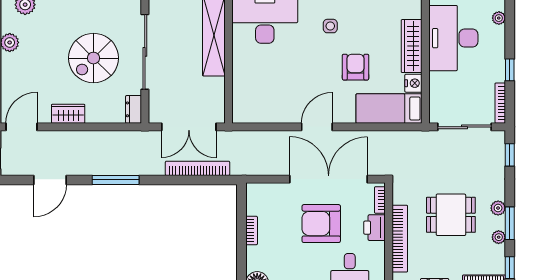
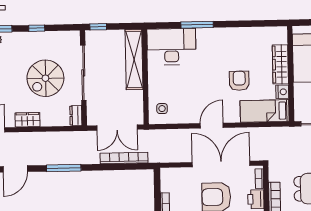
side table: (330, 26) -> (162, 109), moved

